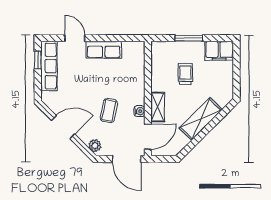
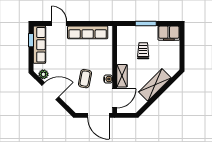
row of seats: (104, 50) -> (88, 32), width x1.48
plant: (95, 146) -> (43, 74), moved

